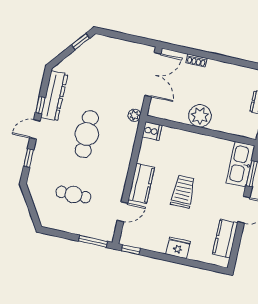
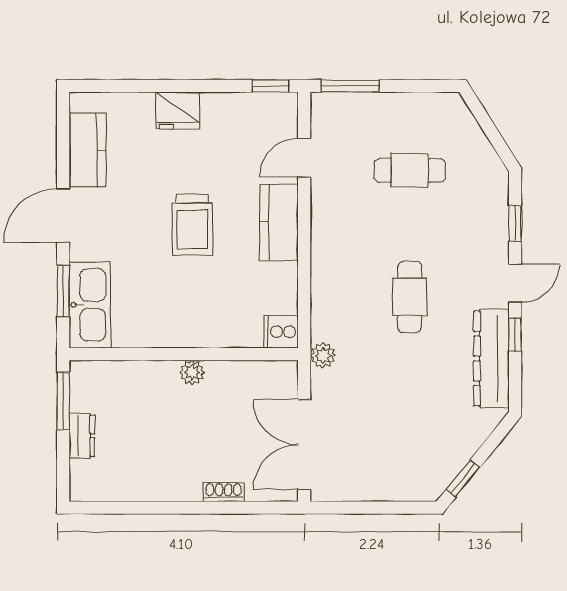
plant: (200, 116) -> (192, 372), width x0.53, depth x0.53
cafe table: (87, 134) -> (410, 297), width x0.73, depth x0.74

